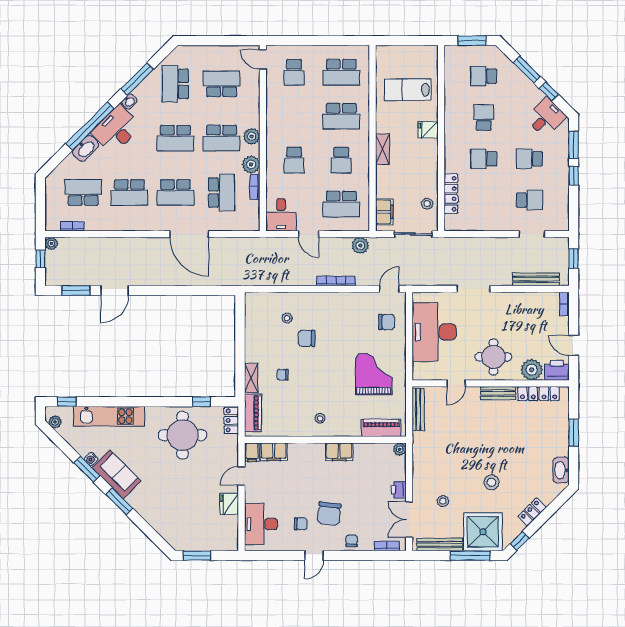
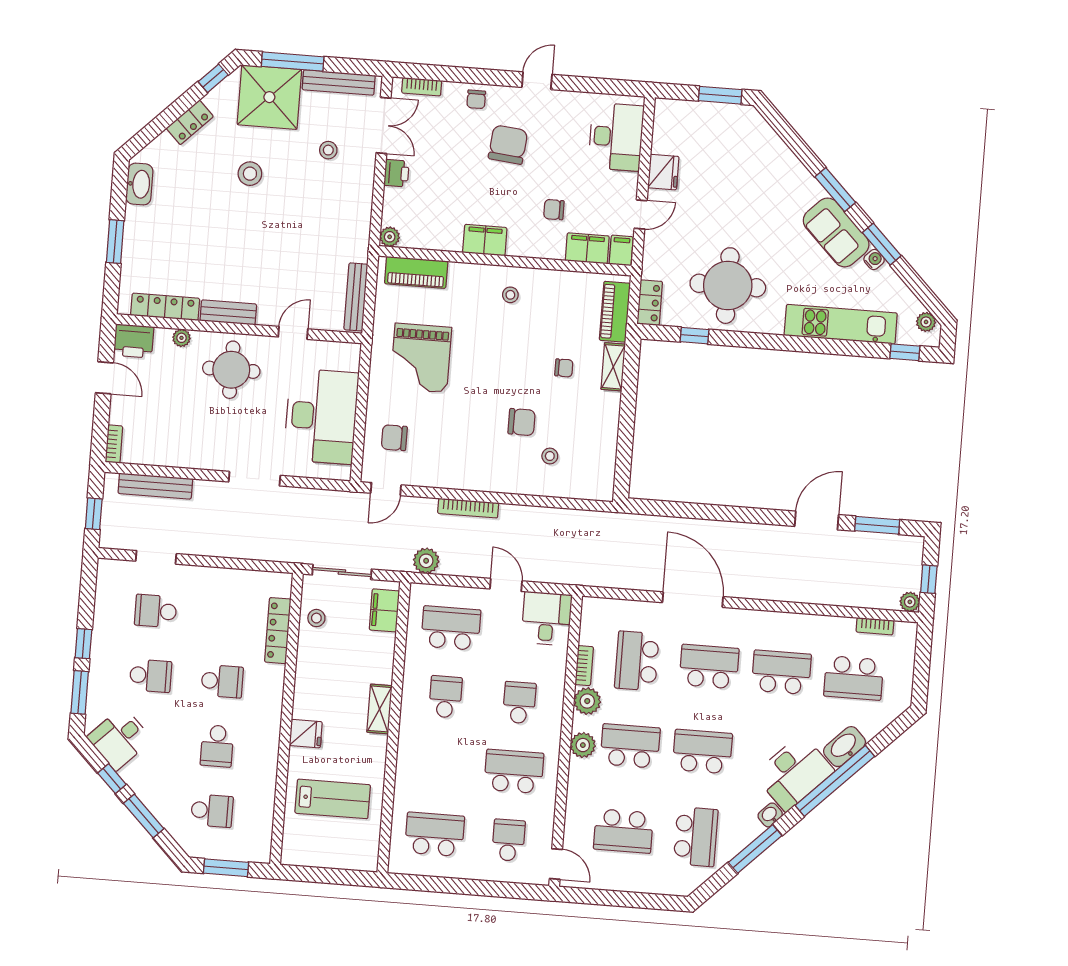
school desk: (341, 116) -> (514, 771), moved
plant: (532, 370) -> (181, 338), width x0.53, depth x0.53
chair: (301, 524) -> (554, 210), moved

